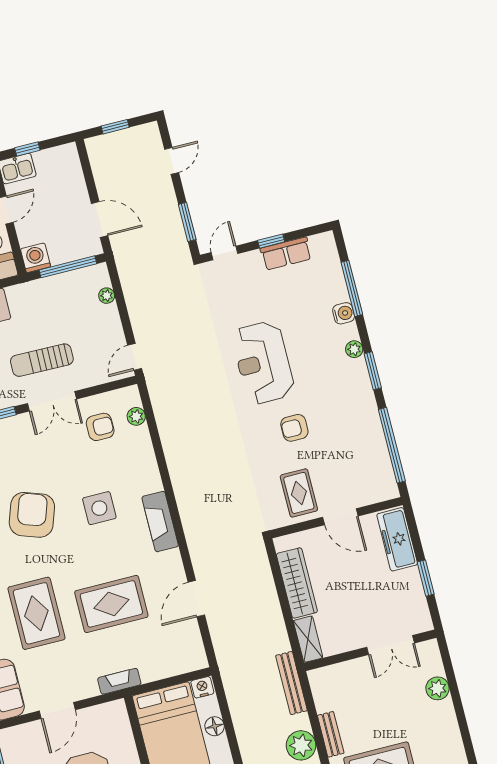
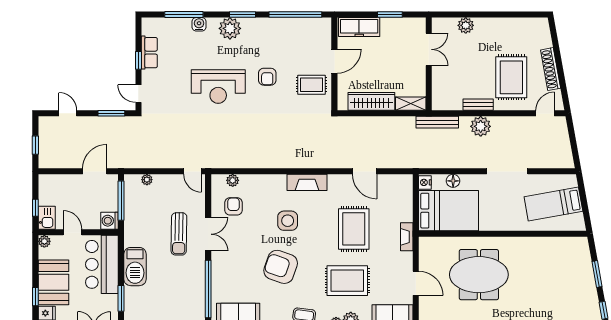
plant: (354, 349) -> (230, 28), width x1.87, depth x1.87

